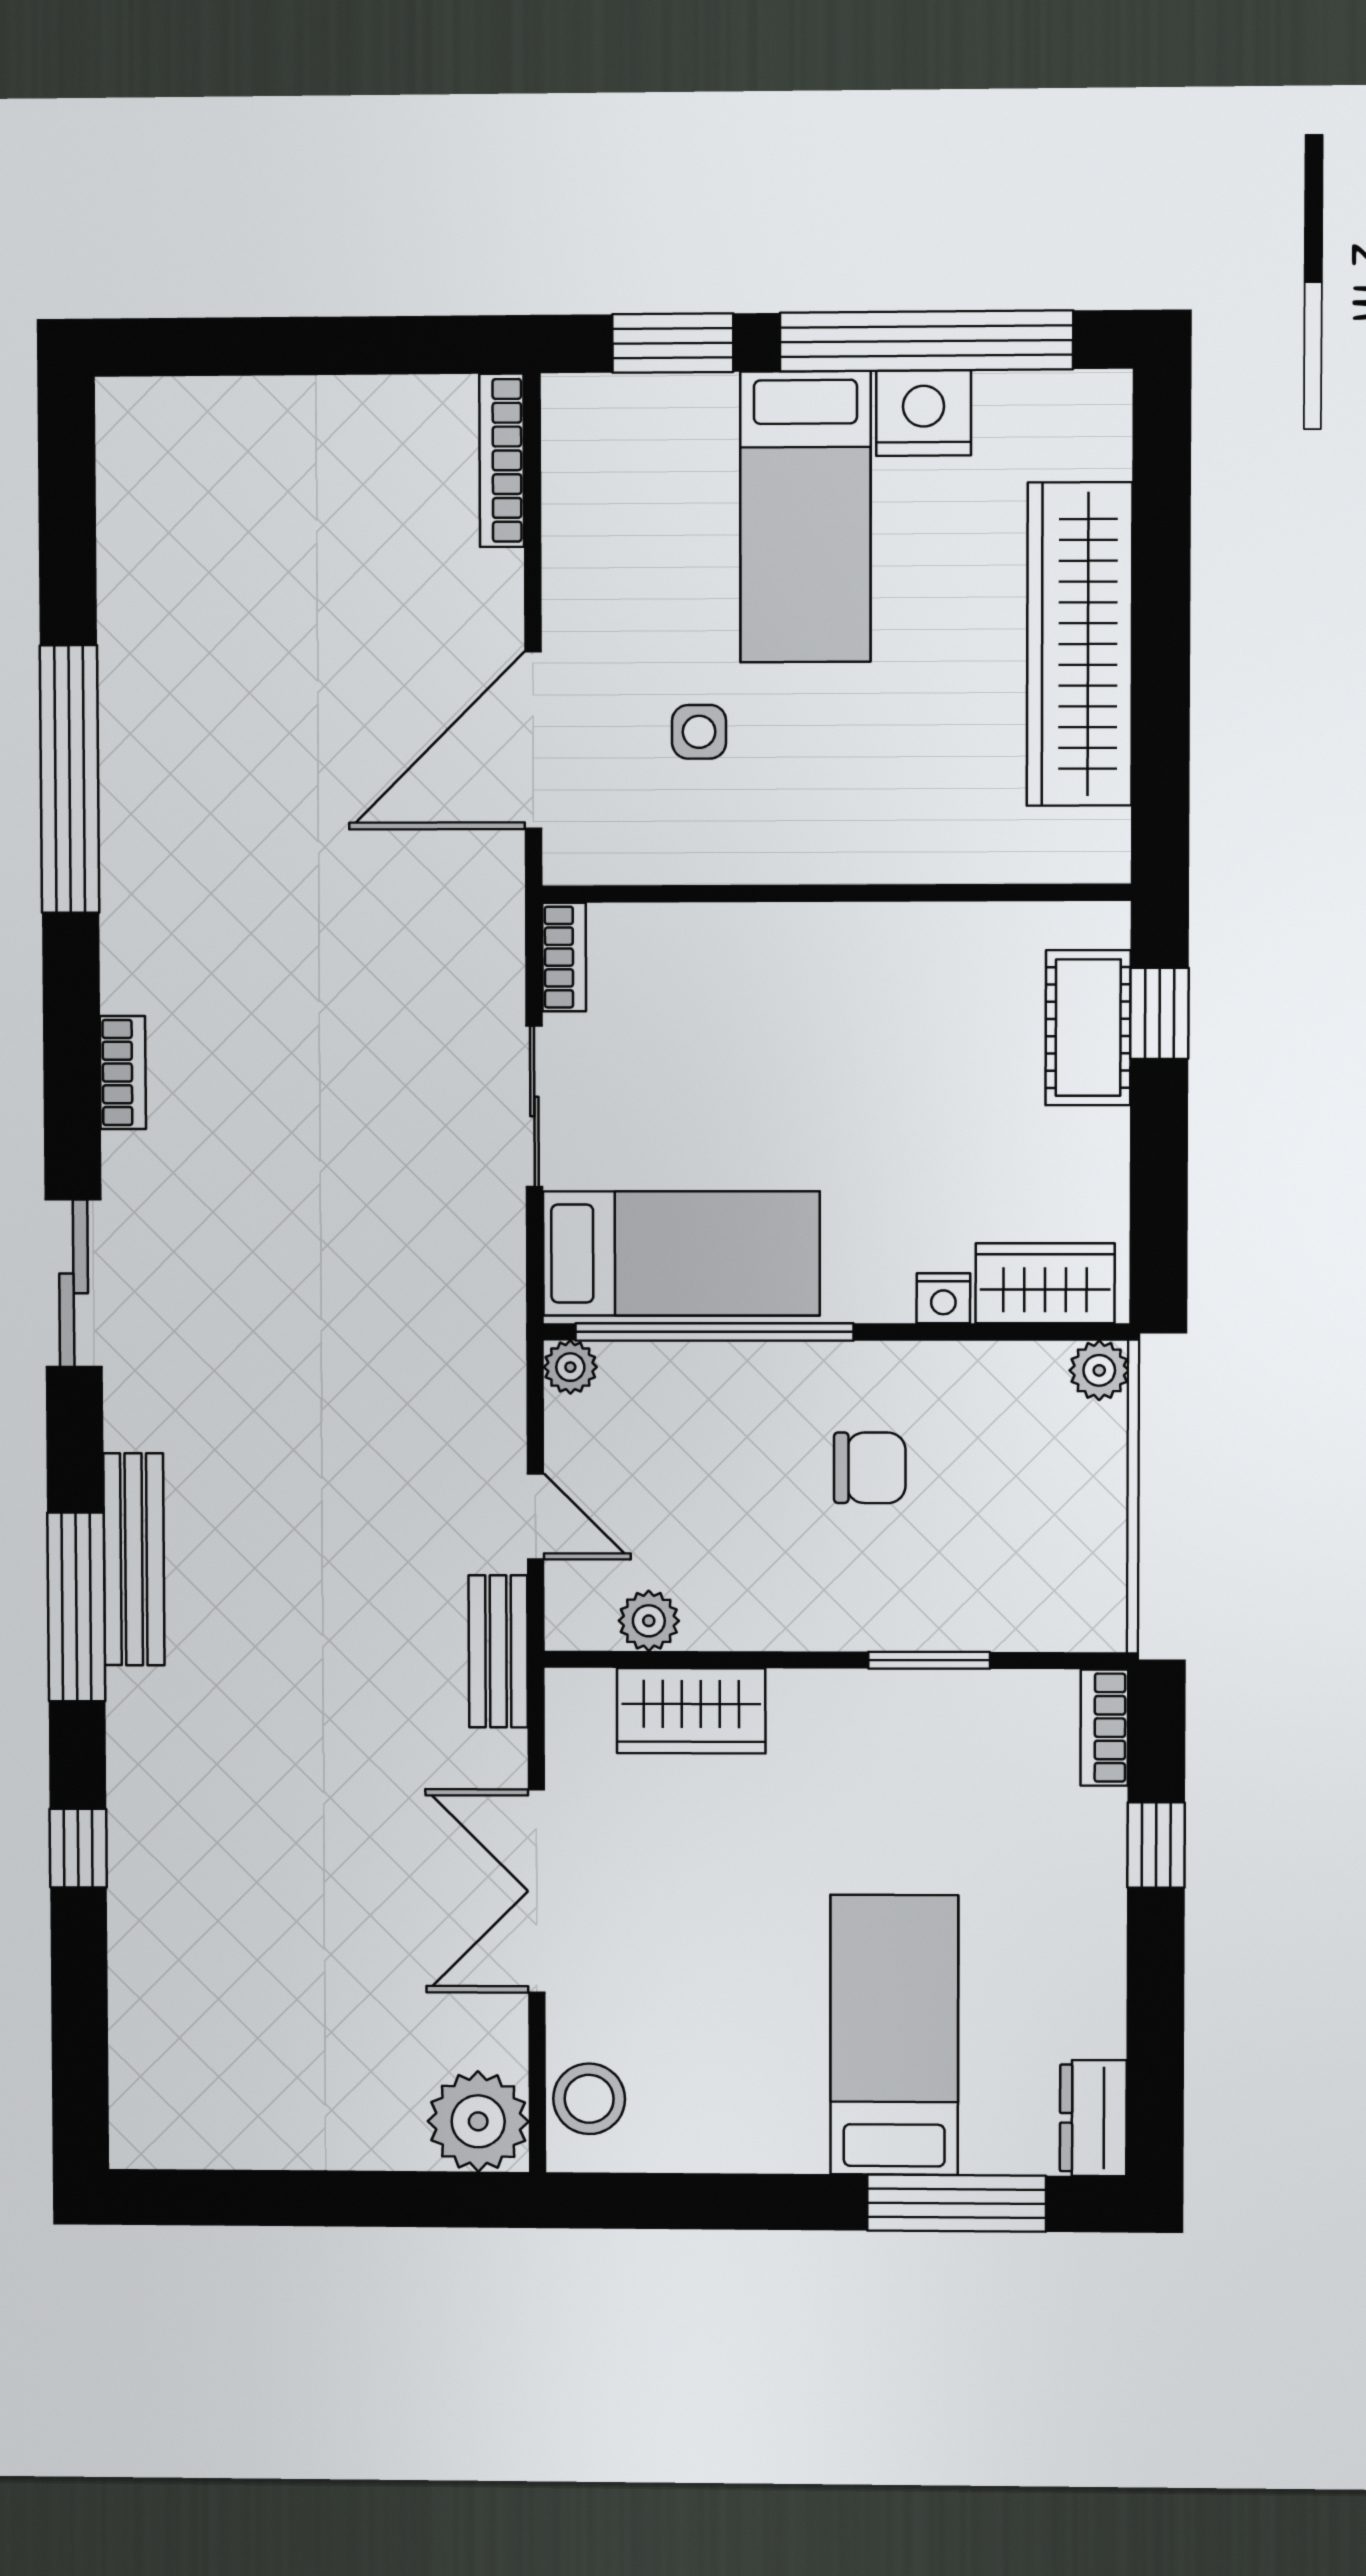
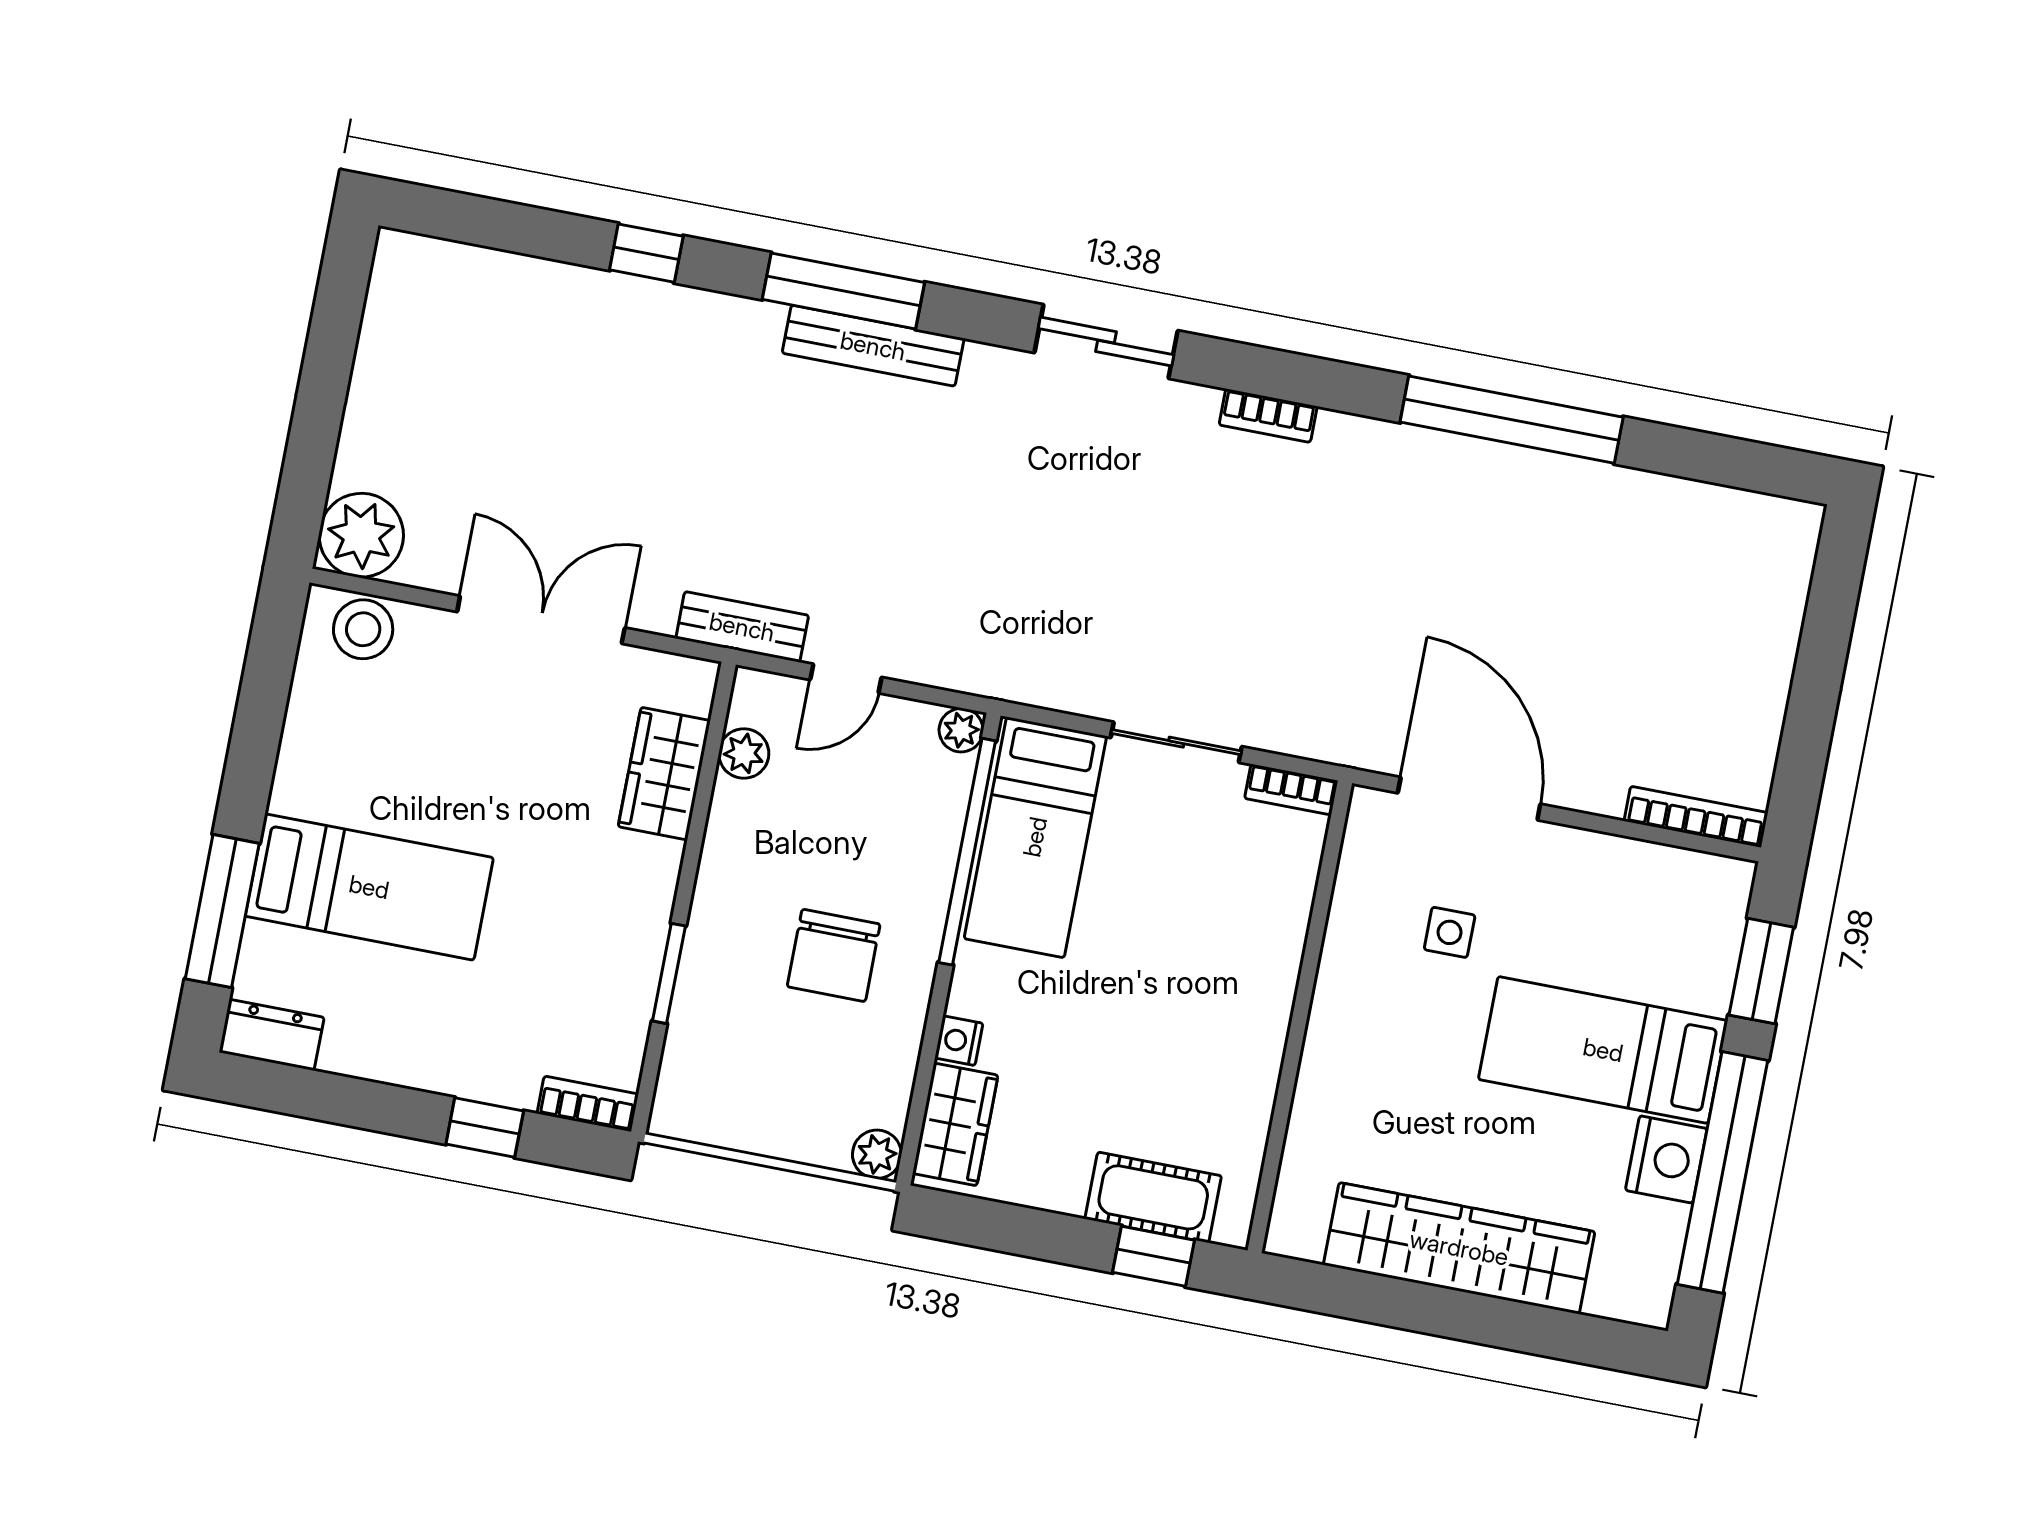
chair: (870, 1468) -> (834, 955), width x1.37, depth x1.37

